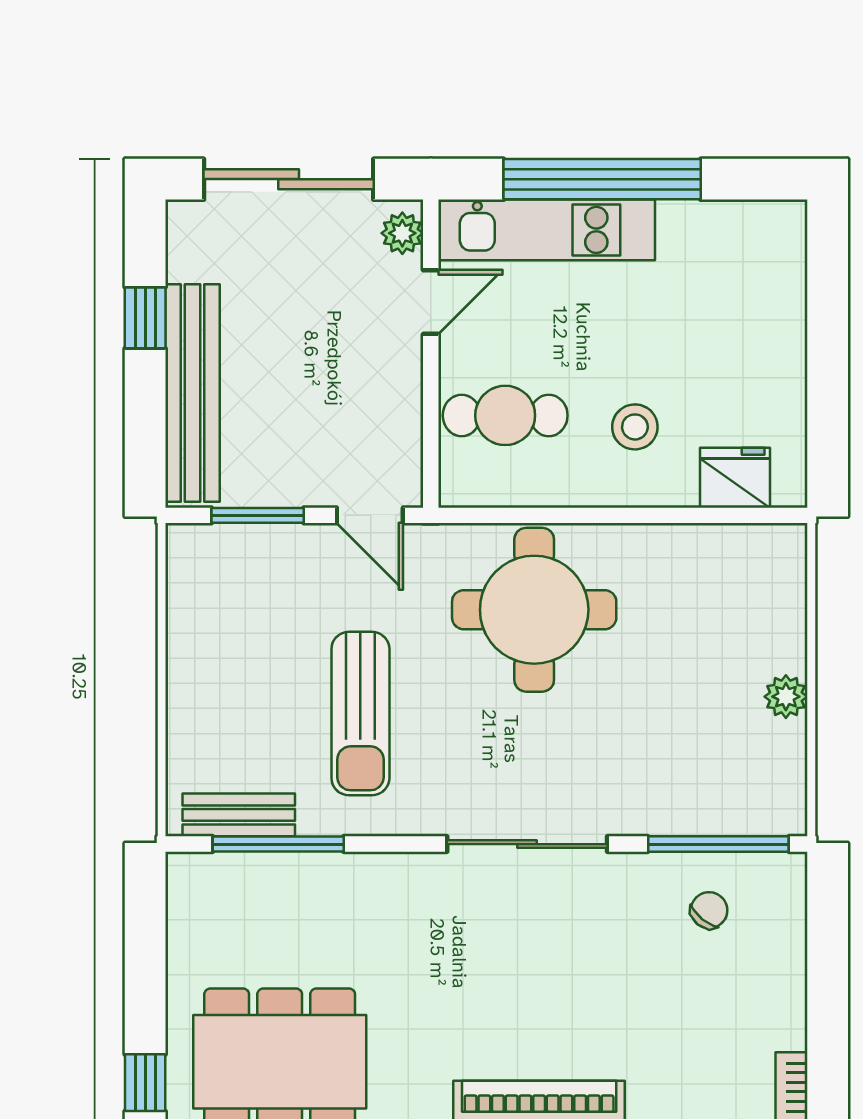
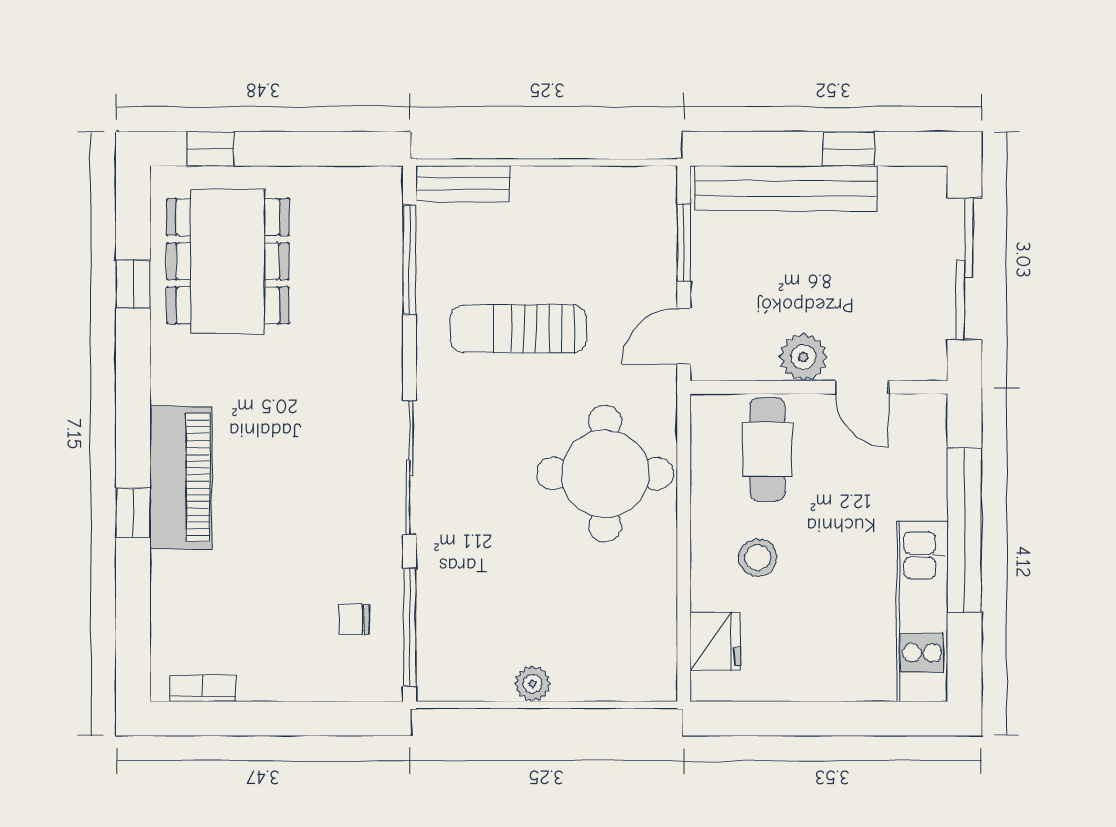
kitchen unit: (547, 230) -> (922, 611), moved
plant: (402, 233) -> (803, 357), moved, width x1.38, depth x1.38
bench: (239, 815) -> (463, 184), moved, turned 90
chair: (709, 910) -> (354, 620), turned 141

